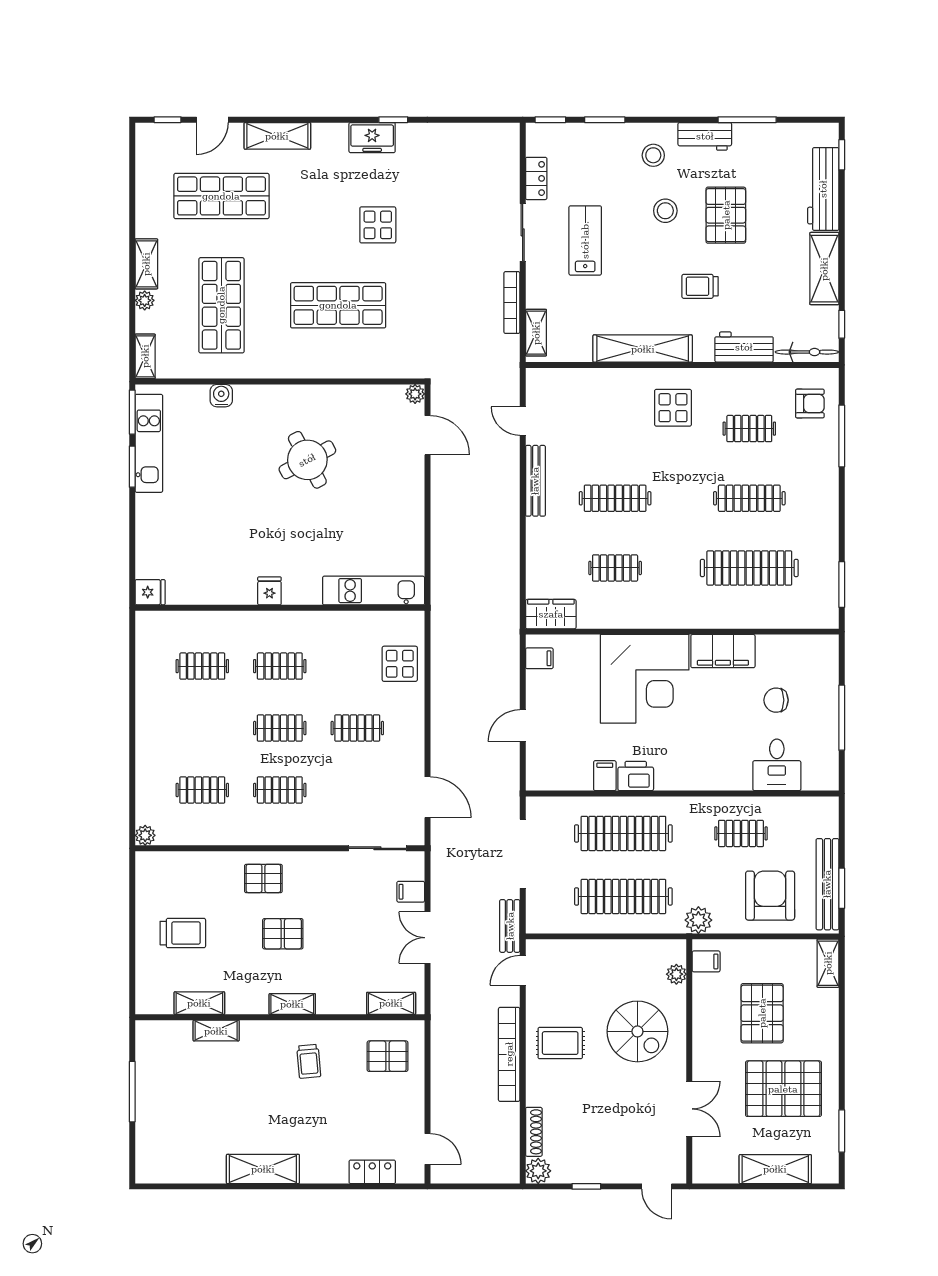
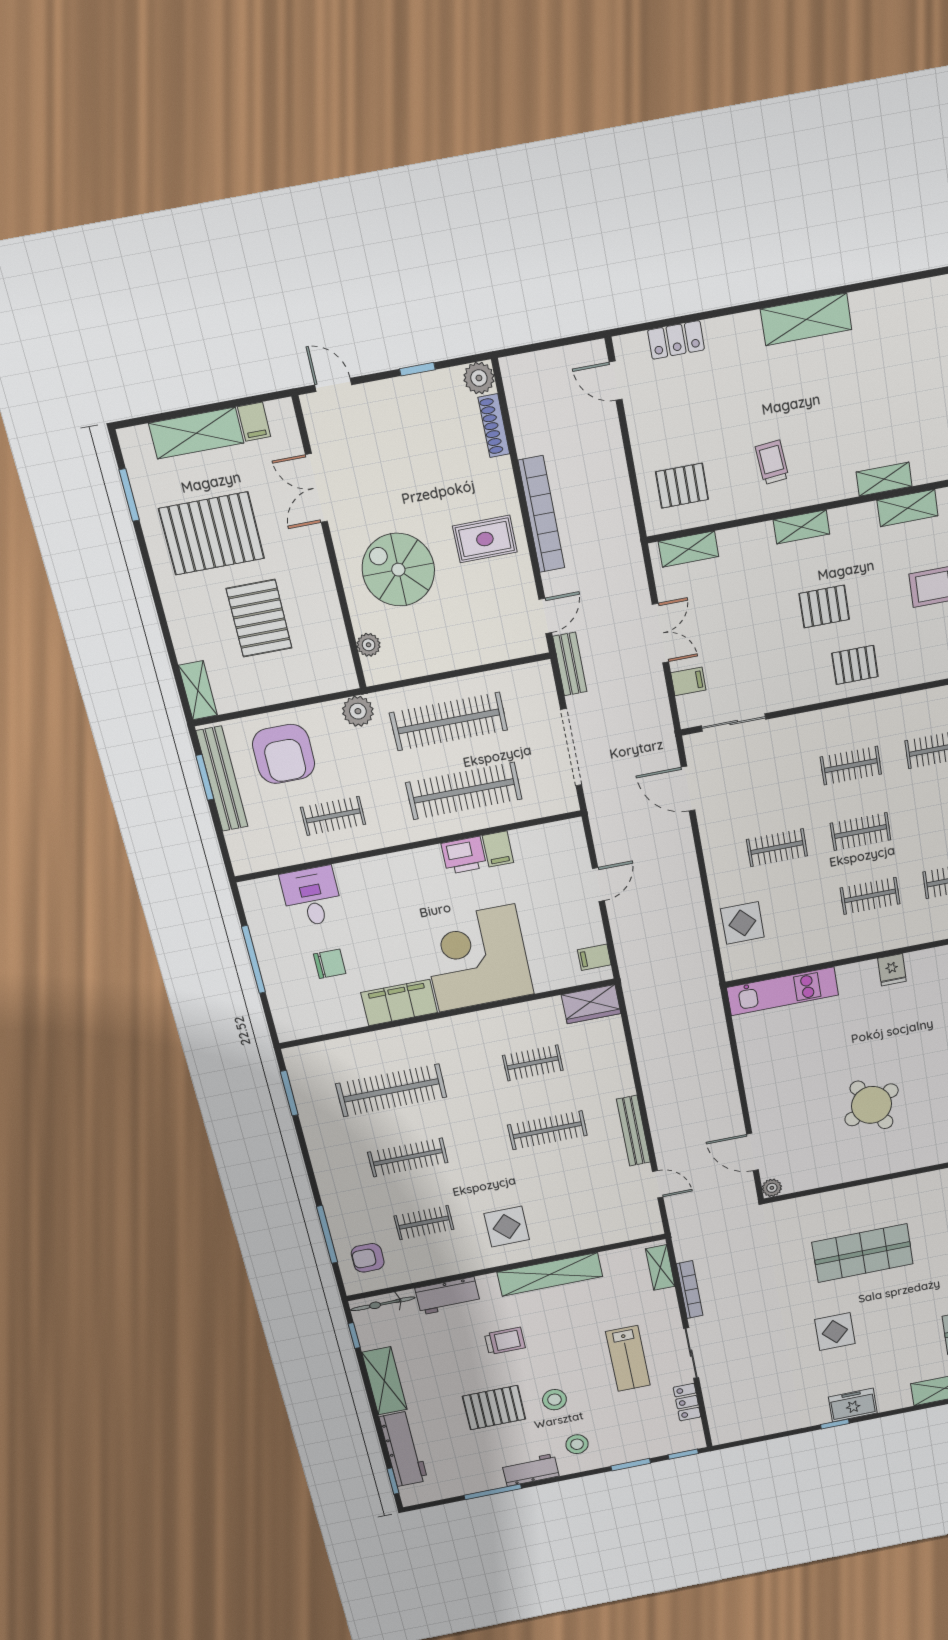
pallet: (726, 215) -> (494, 1408), turned 90
filing cabinet: (706, 961) -> (254, 422), moved, turned -90

